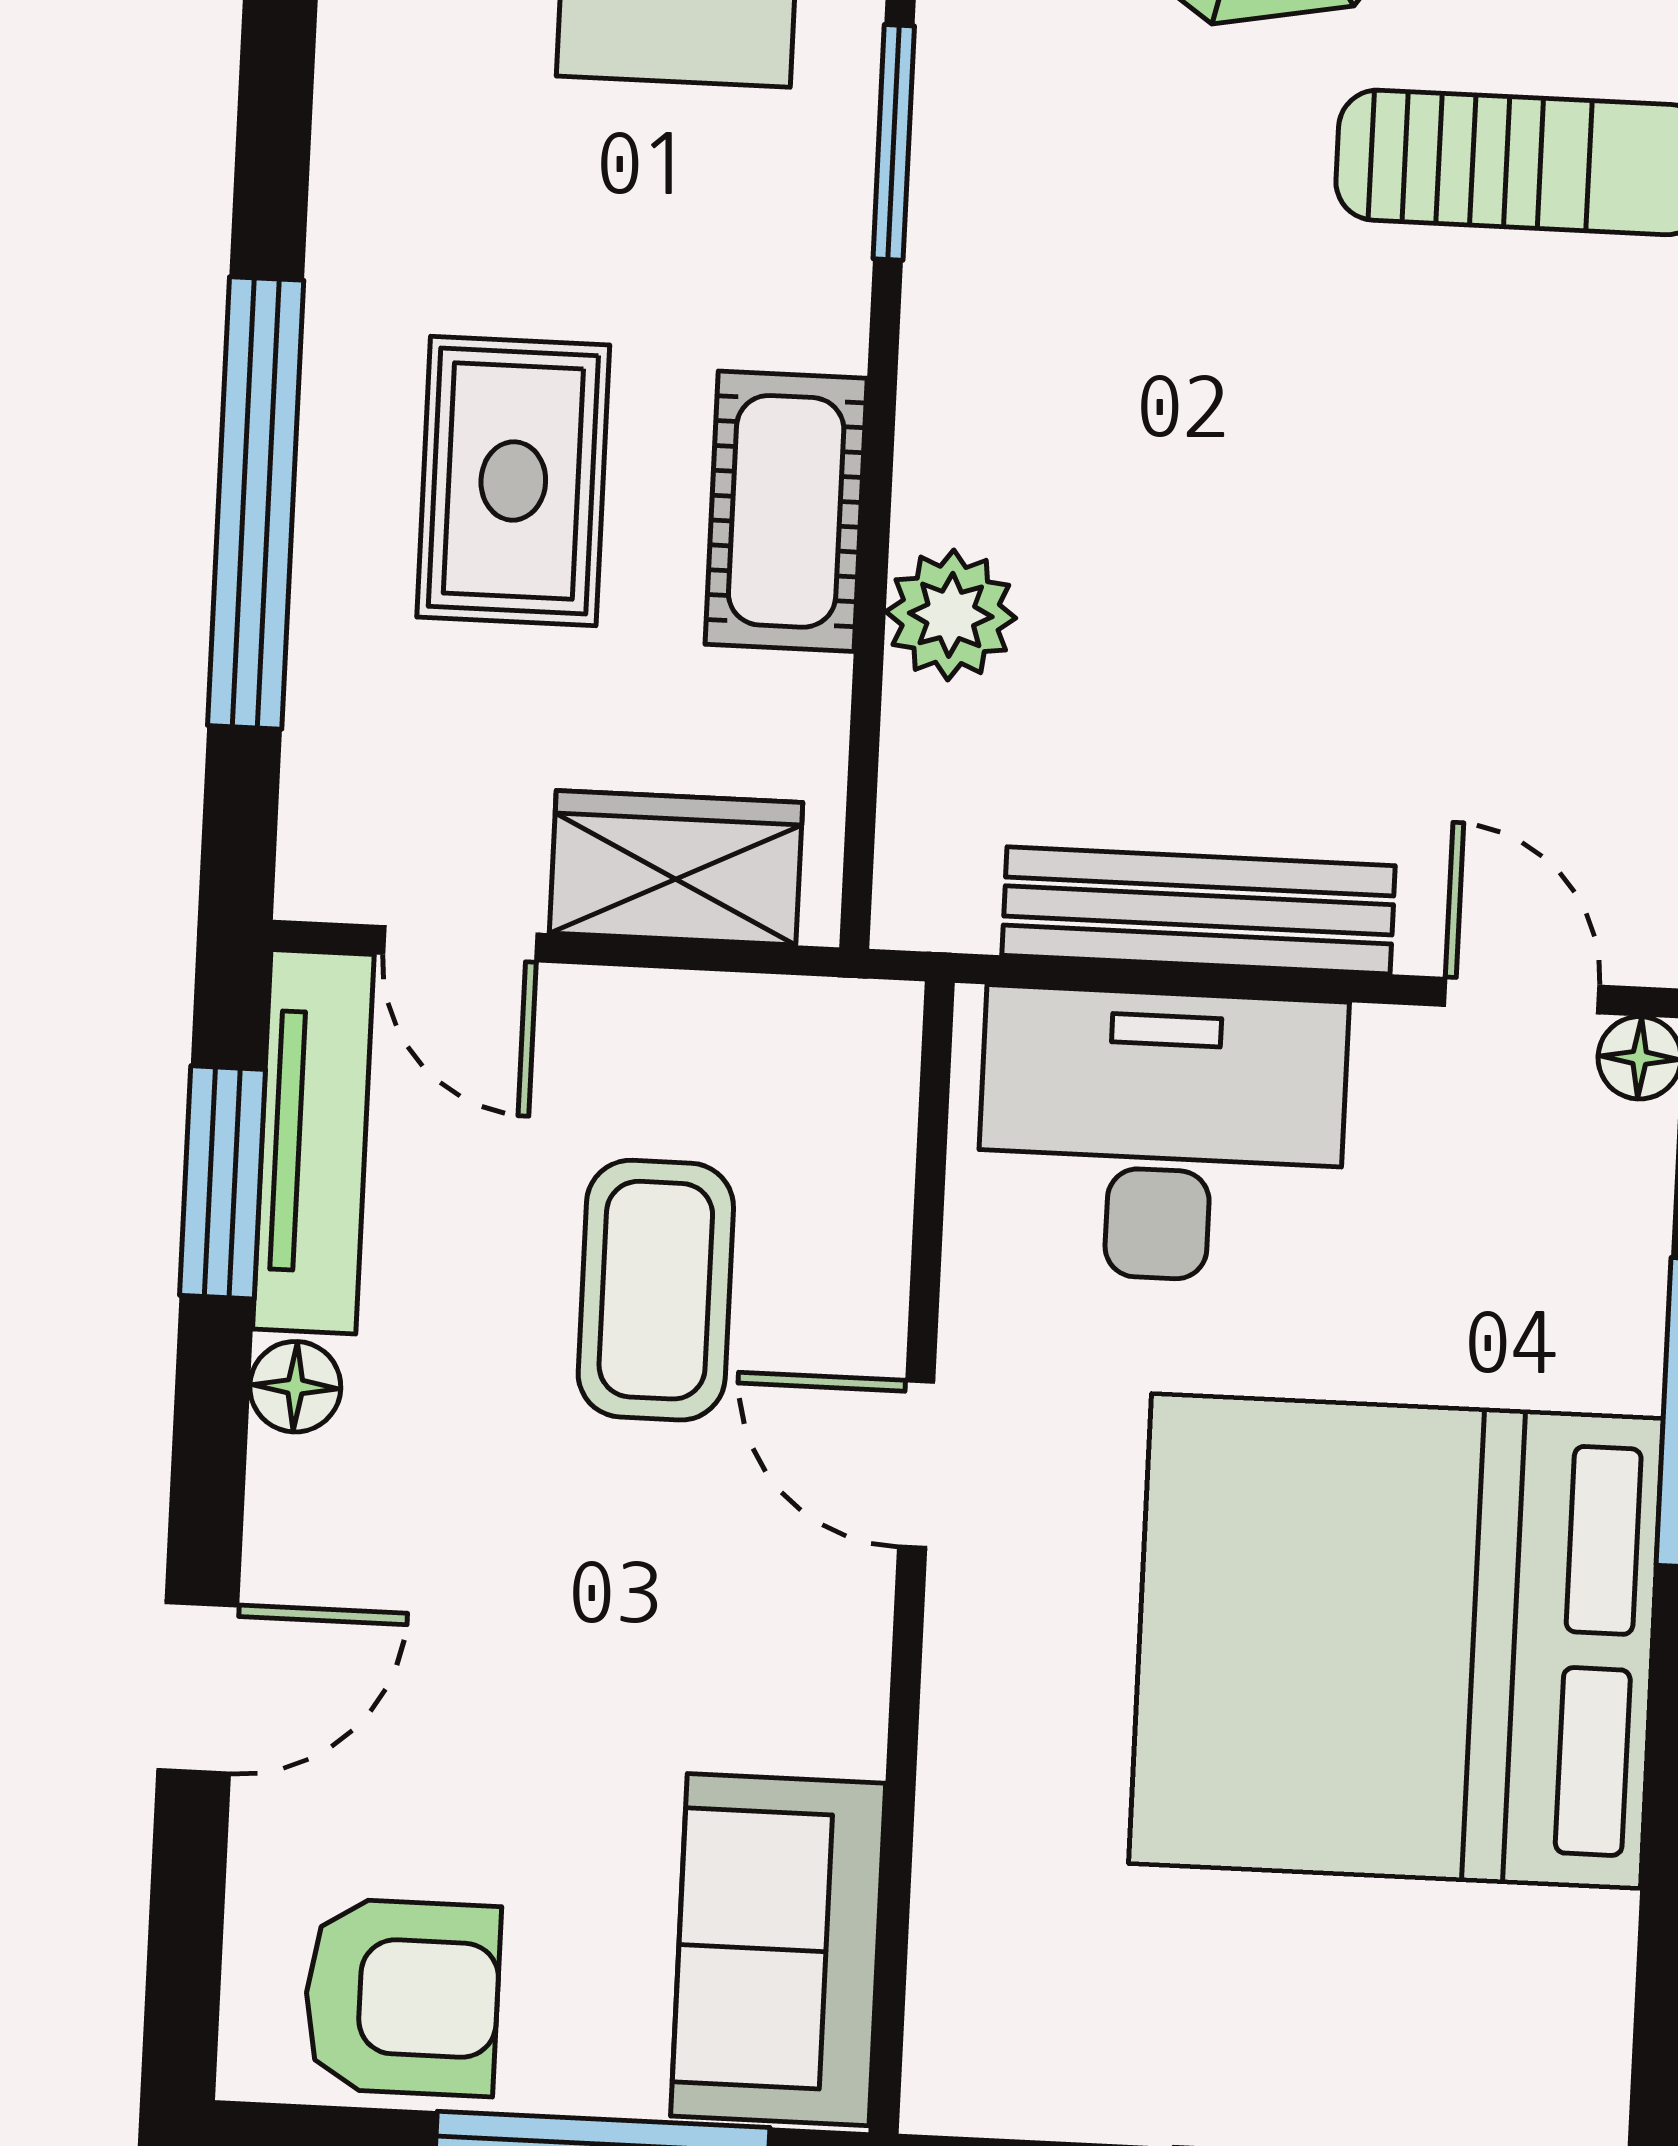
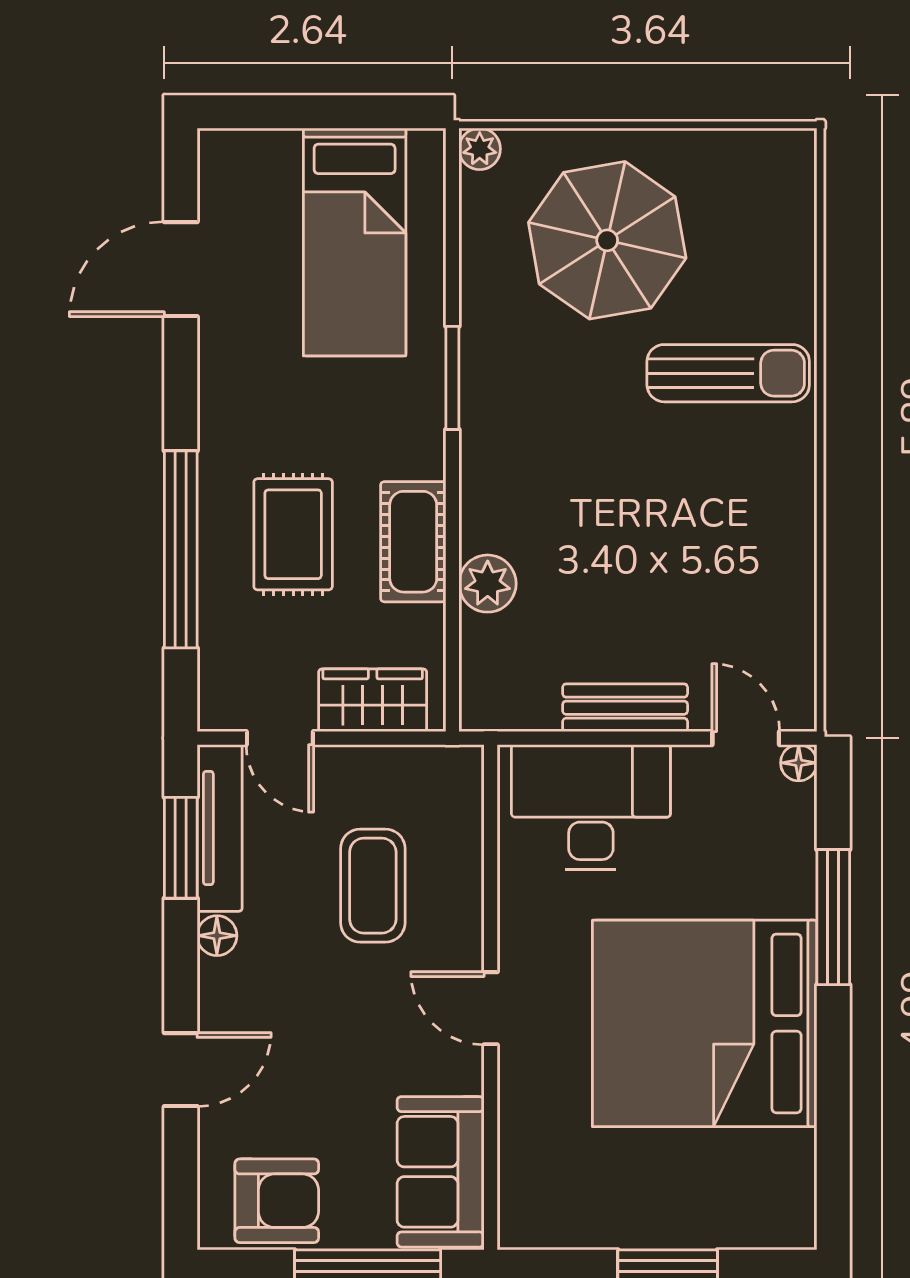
bench: (1199, 910) -> (625, 708), width x0.73
door: (916, 1464) -> (491, 1008), moved

